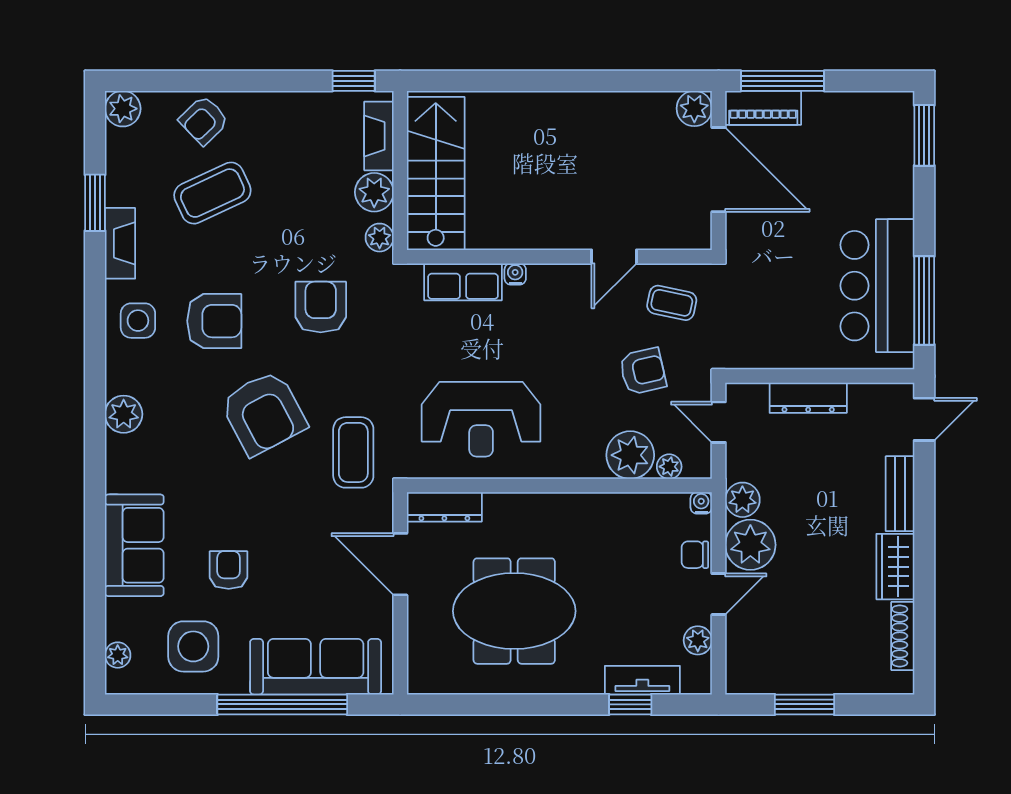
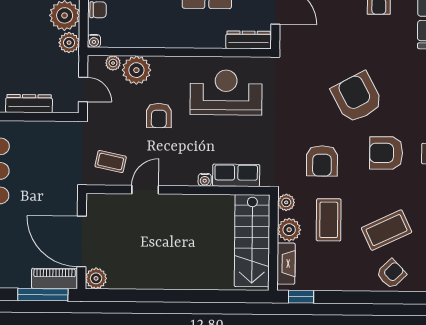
armchair: (643, 371) -> (159, 115), moved, turned -77
coffee table: (353, 452) -> (329, 220), moved

